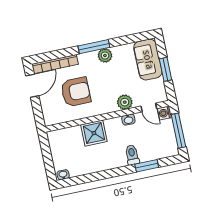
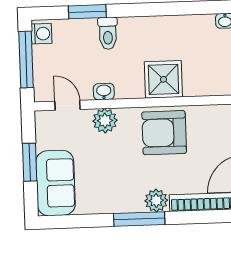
plant: (105, 55) -> (156, 201), moved
armchair: (76, 92) -> (164, 133), moved
washing machine: (165, 113) -> (42, 34), moved

